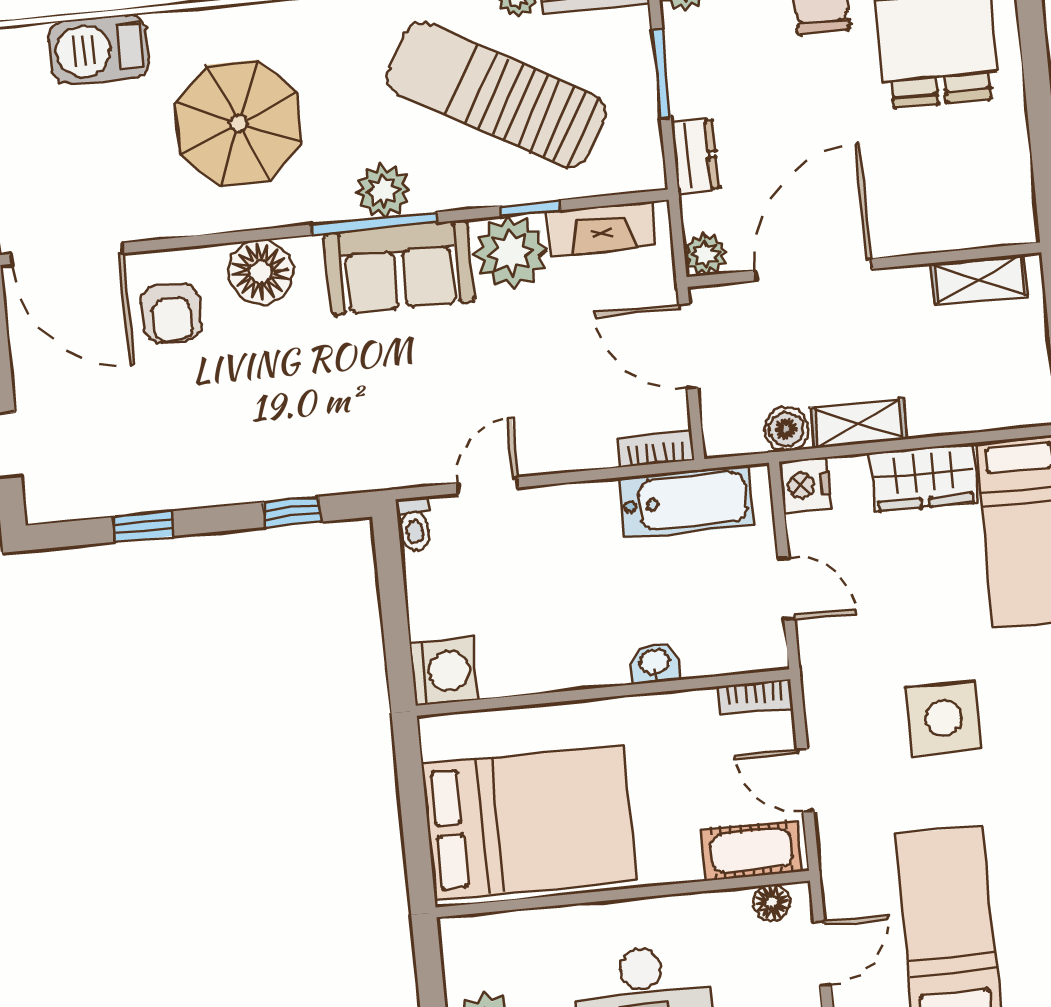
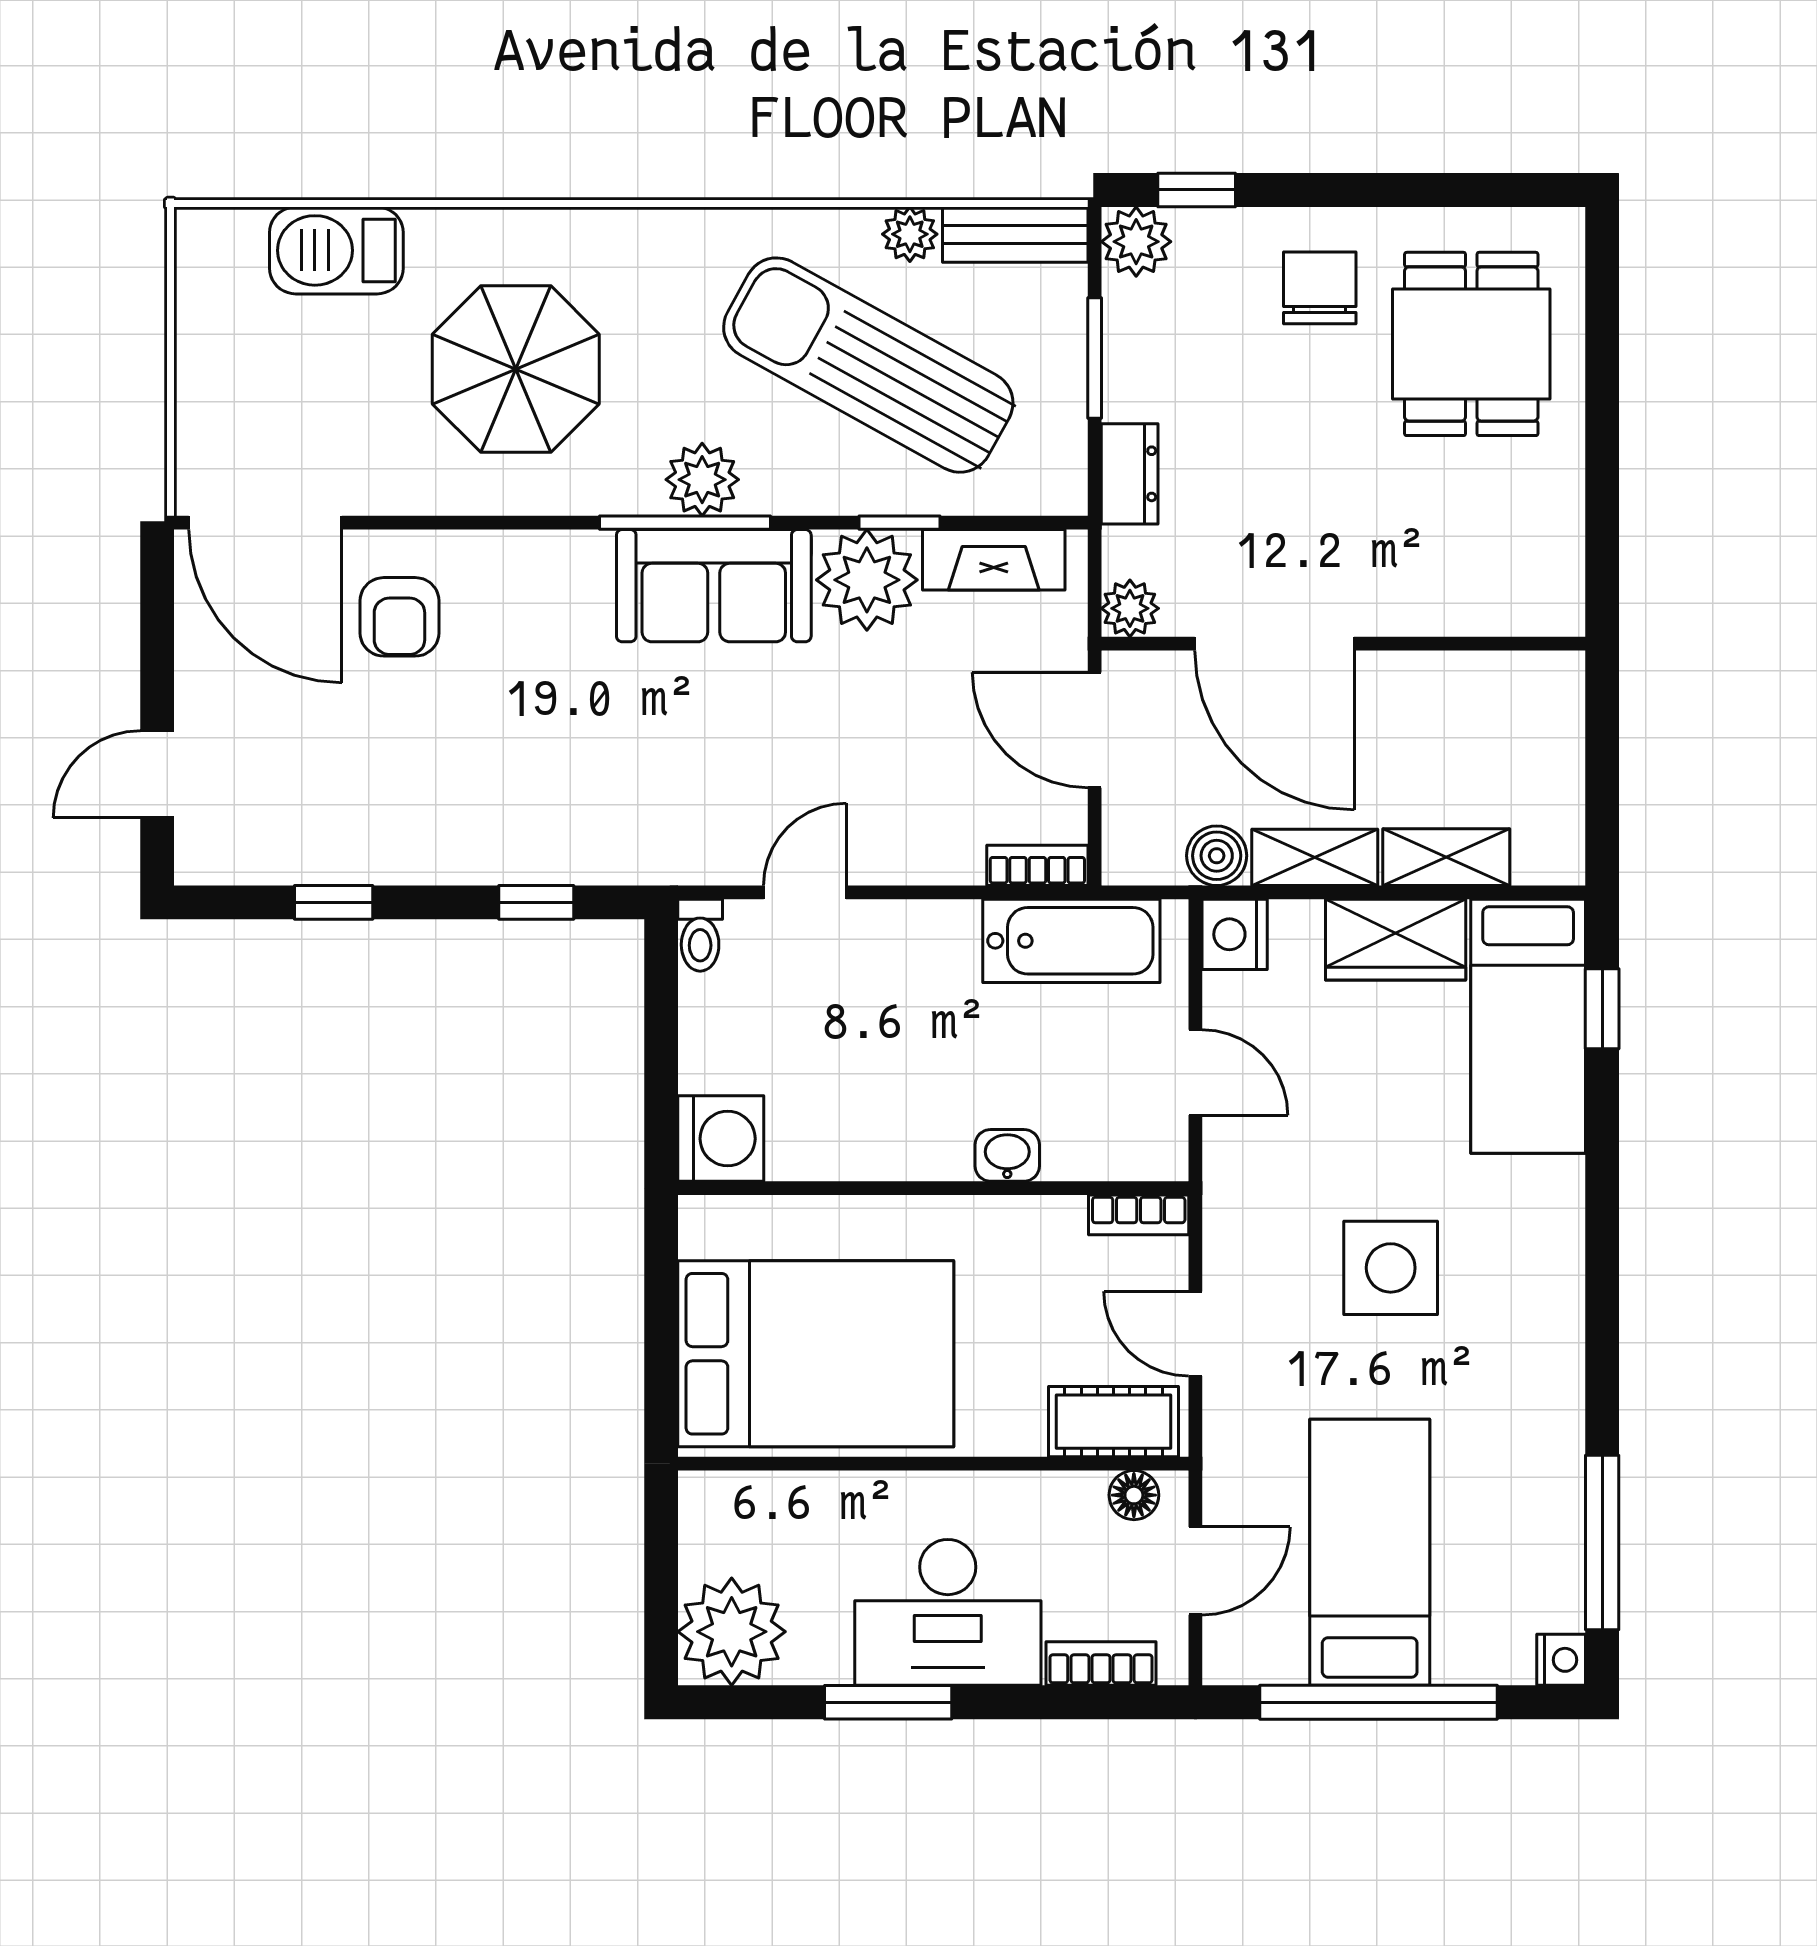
door: (813, 270) -> (1274, 644), swing flipped
floor lamp: (261, 272) -> (526, 573), removed
shelving: (979, 279) -> (1446, 857), moved

